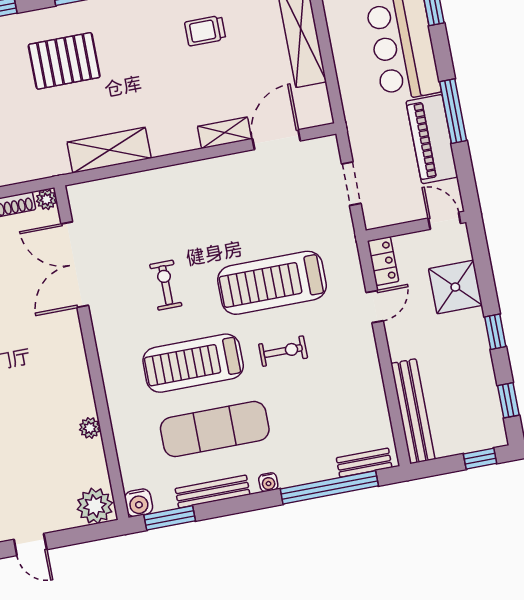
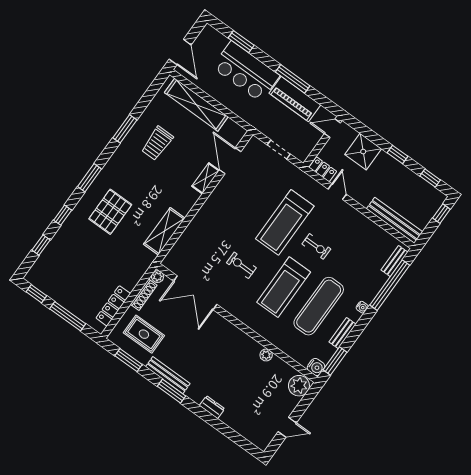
trolley: (205, 31) -> (157, 143), width x1.36, depth x1.39
exercise bike: (283, 351) -> (316, 246), turned 90
bench: (213, 492) -> (342, 333), width x0.73

